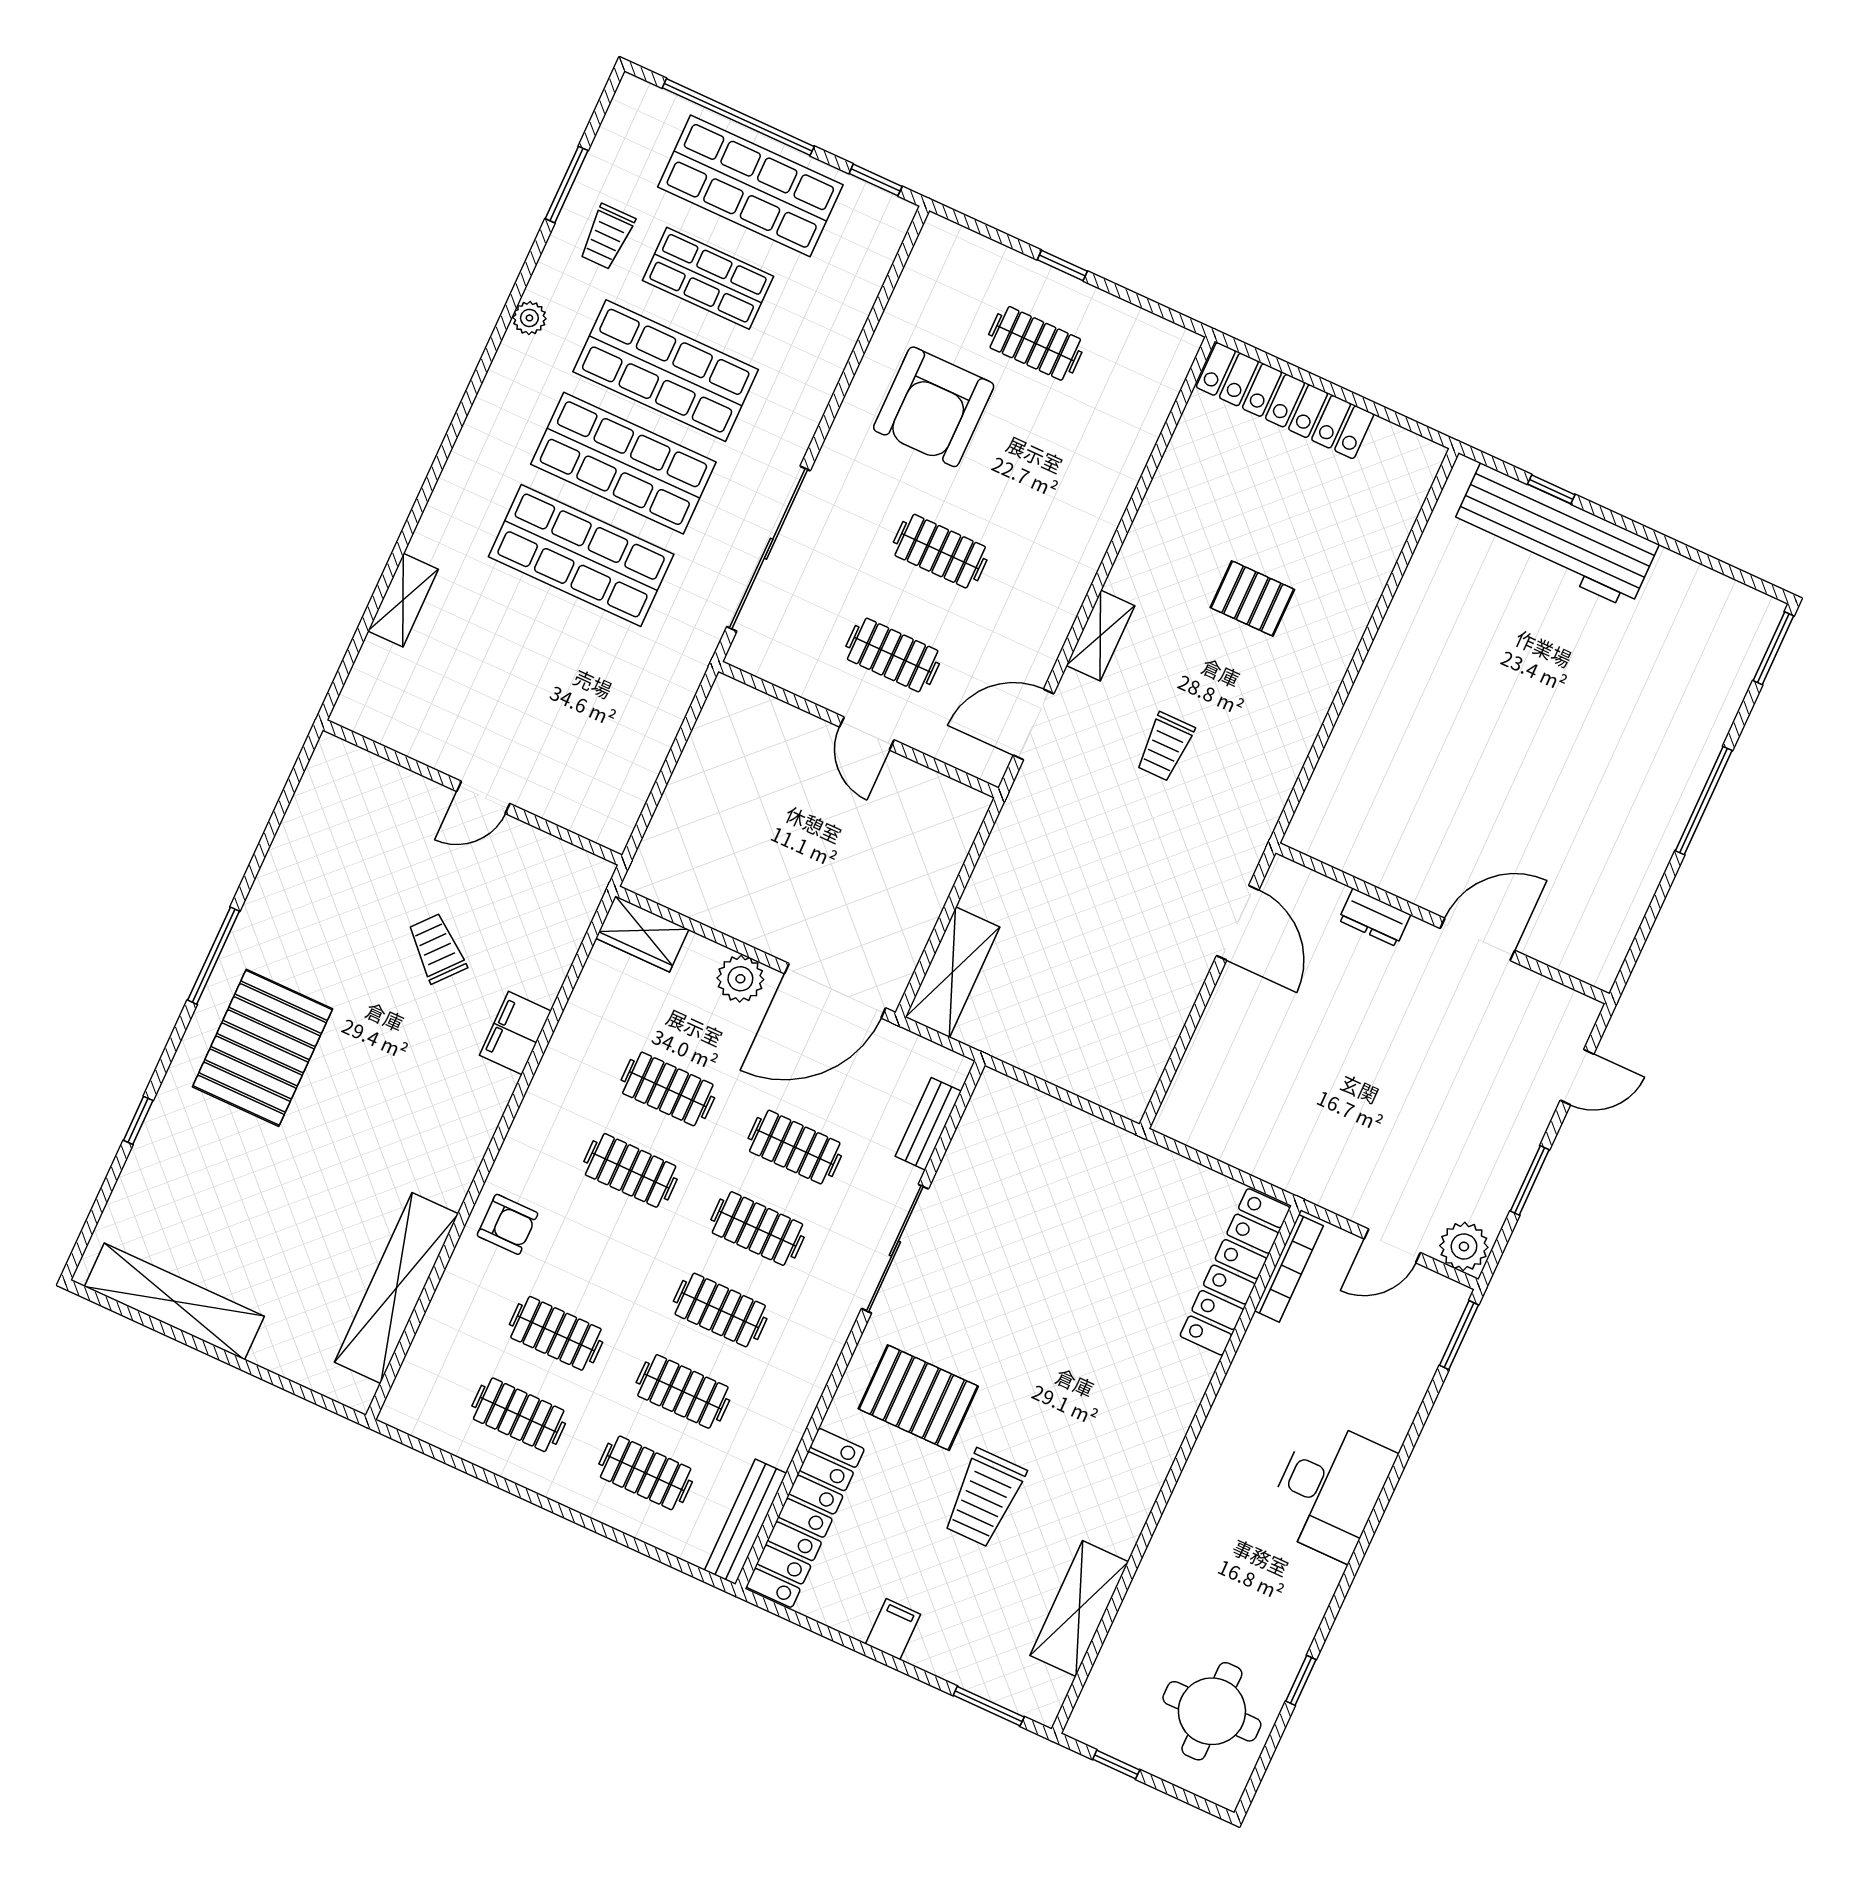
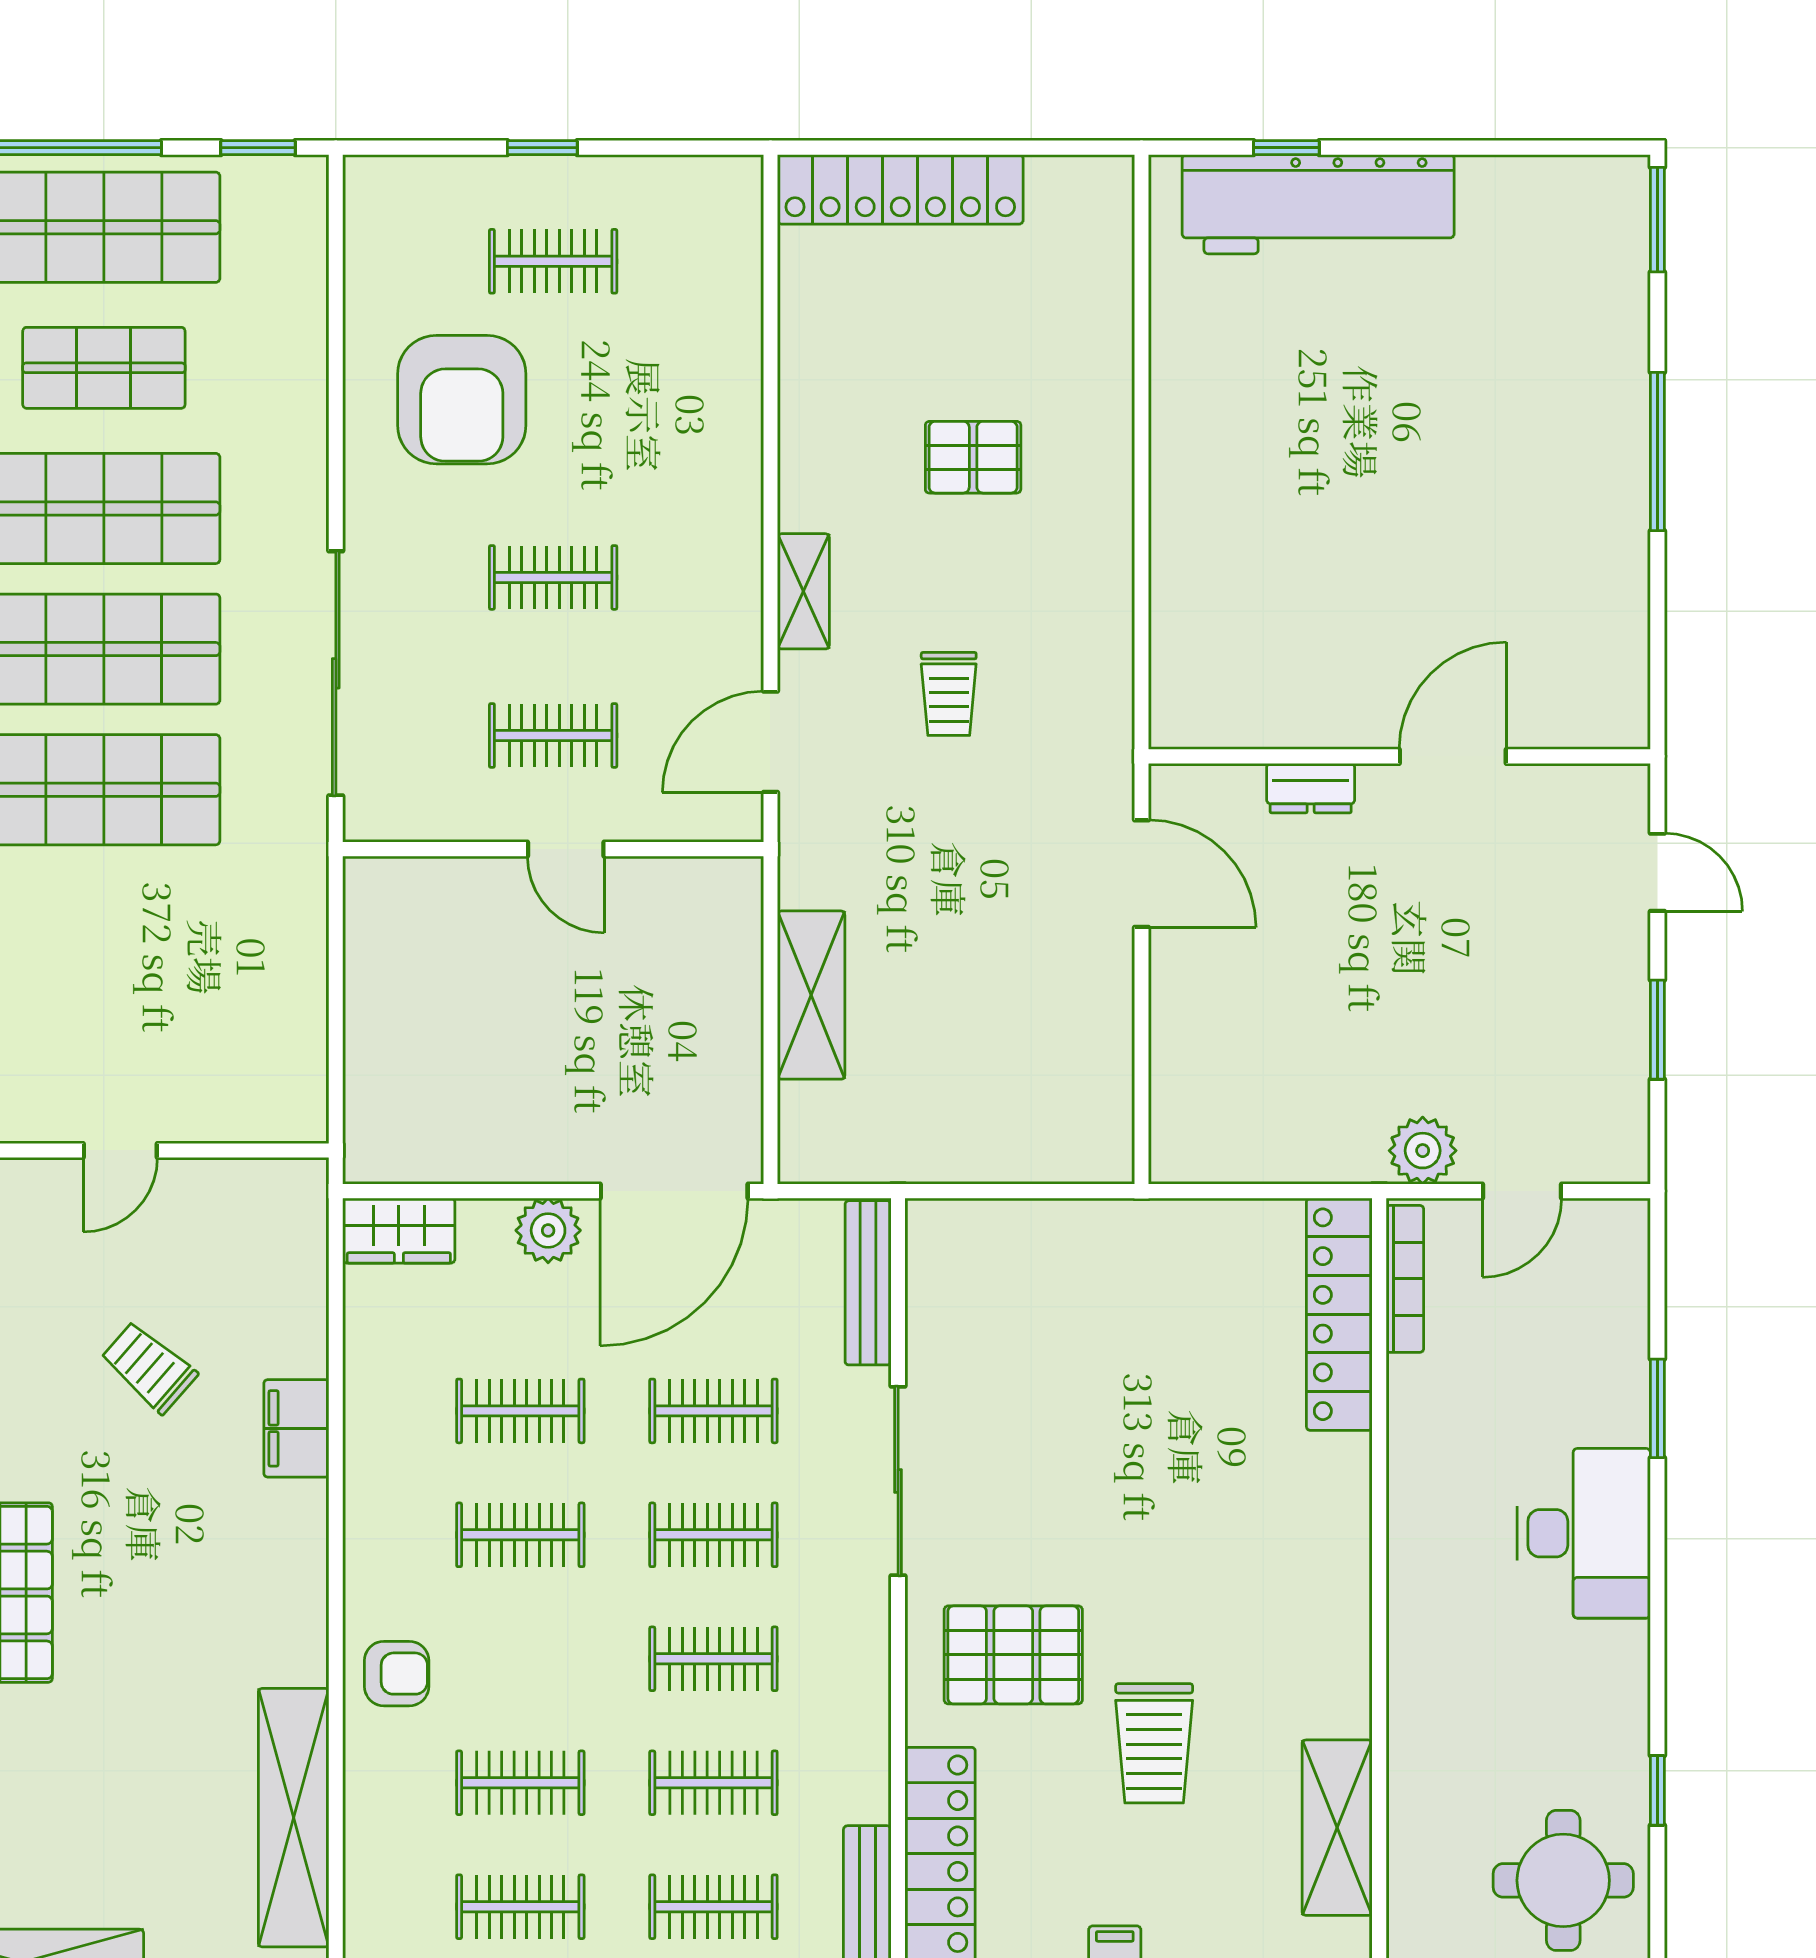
shelving: (952, 972) -> (811, 995), moved
door: (1577, 1077) -> (1657, 872), hinge flipped
bench: (928, 1124) -> (868, 1283), width x1.36
plant: (1464, 1246) -> (1423, 1151), moved
window: (1459, 1335) -> (1657, 1408), moved

